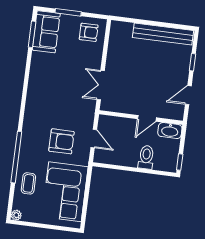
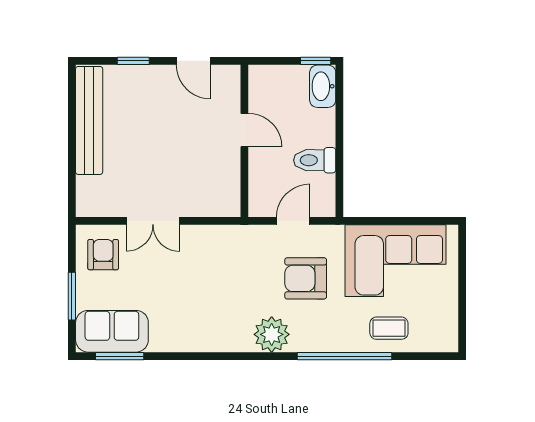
double door: (101, 85) -> (153, 221), moved
washbasin: (170, 131) -> (323, 86), moved, turned 180
armchair: (61, 141) -> (306, 278), turned -90
toilet: (146, 157) -> (315, 160), moved
plant: (16, 215) -> (272, 334), moved, width x1.88, depth x1.88

